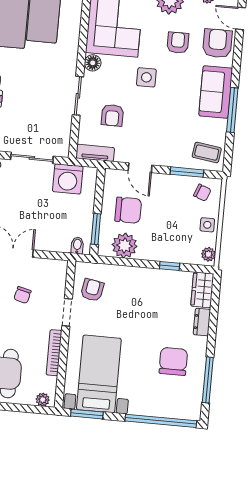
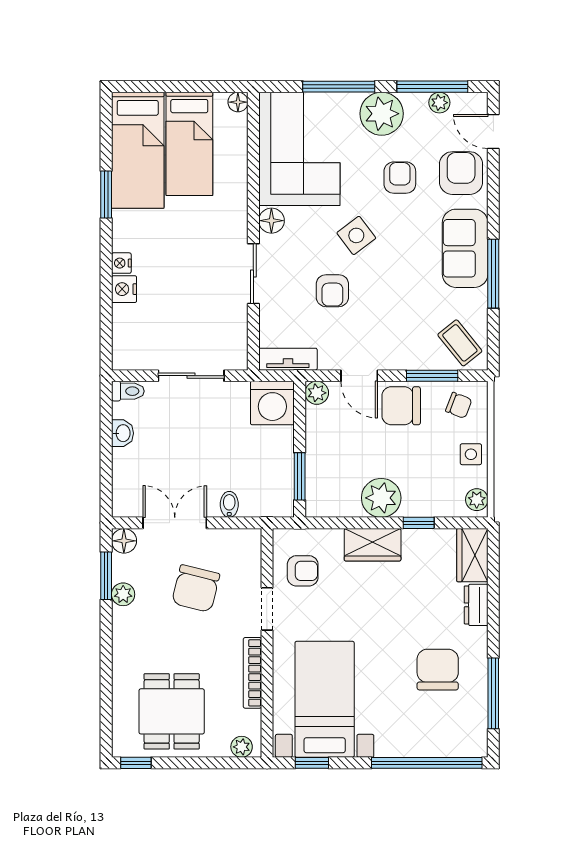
side table: (146, 77) -> (356, 235), turned -37
armchair: (112, 115) -> (332, 291), moved
coffee table: (207, 153) -> (460, 343), turned 43
plant: (112, 176) -> (317, 393), added
washing machine: (68, 179) -> (272, 403), moved
chair: (128, 210) -> (401, 406), moved, turned 180
bidet: (77, 245) -> (229, 504), moved
plant: (125, 246) -> (381, 498), moved
wardrobe: (139, 277) -> (373, 545), added
armchair: (92, 290) -> (303, 571), turned 80
chair: (22, 295) -> (196, 588), width x1.87, depth x1.87
window: (87, 414) -> (312, 763), width x0.67

